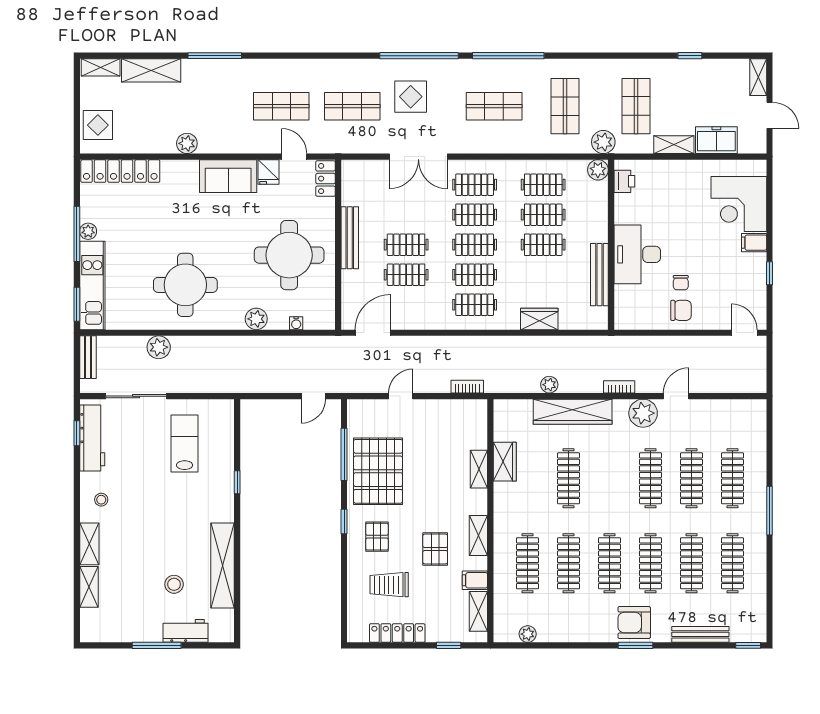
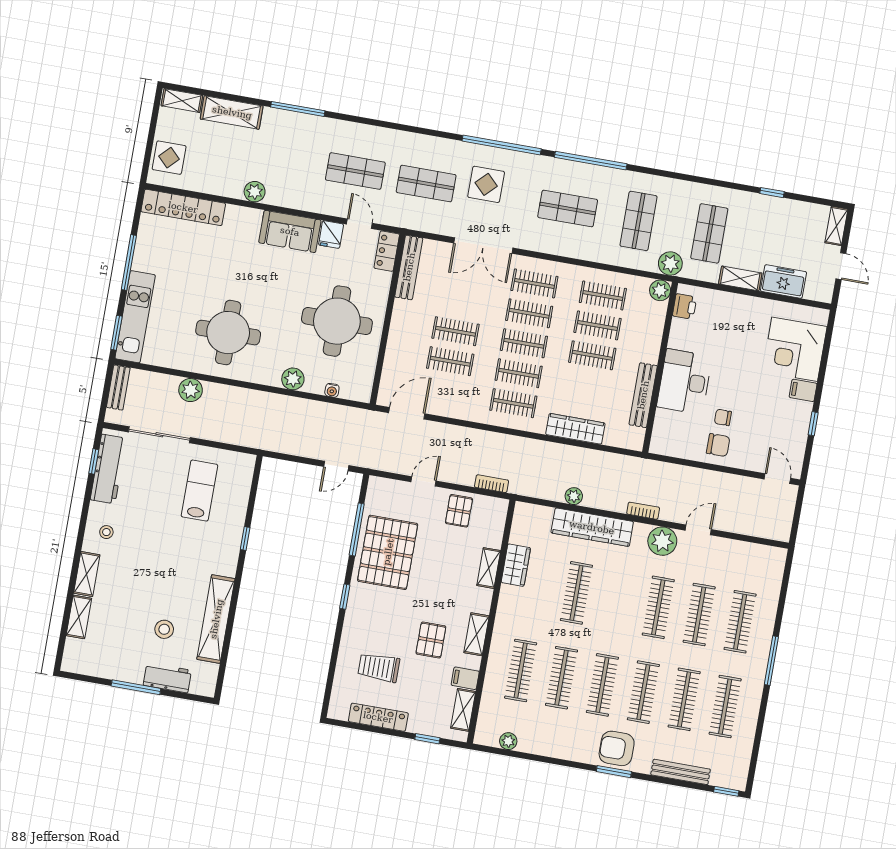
plant: (88, 231) -> (141, 262), removed
bench: (350, 238) -> (409, 267), moved
chair: (681, 283) -> (723, 417), turned 90
wardrobe: (539, 319) -> (575, 429), width x1.50
pallet: (377, 537) -> (459, 511), moved

